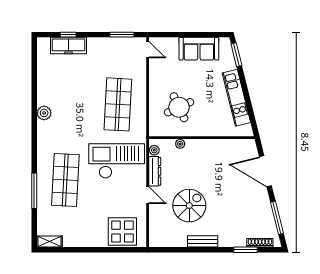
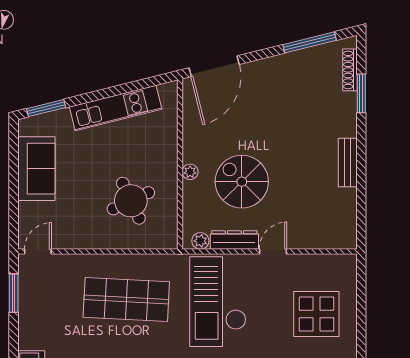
plant: (180, 144) -> (190, 172), moved
door: (265, 171) -> (214, 66), moved
spiral stairs: (189, 206) -> (242, 182), moved
display table: (122, 232) -> (316, 314), moved

